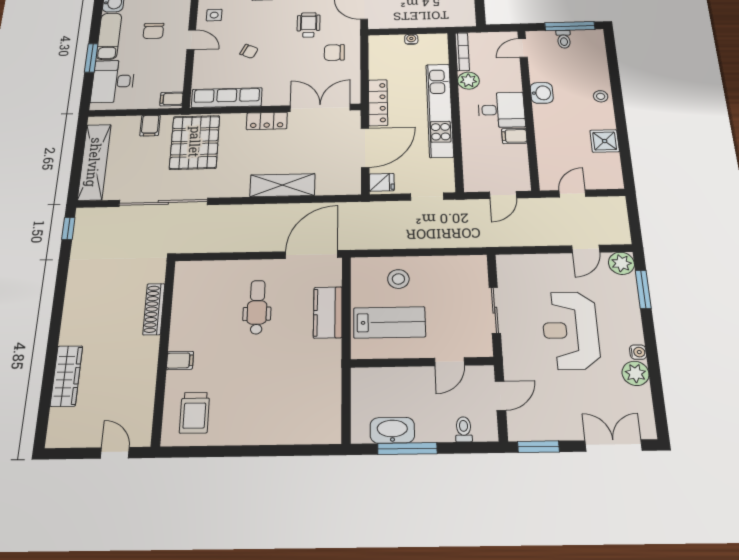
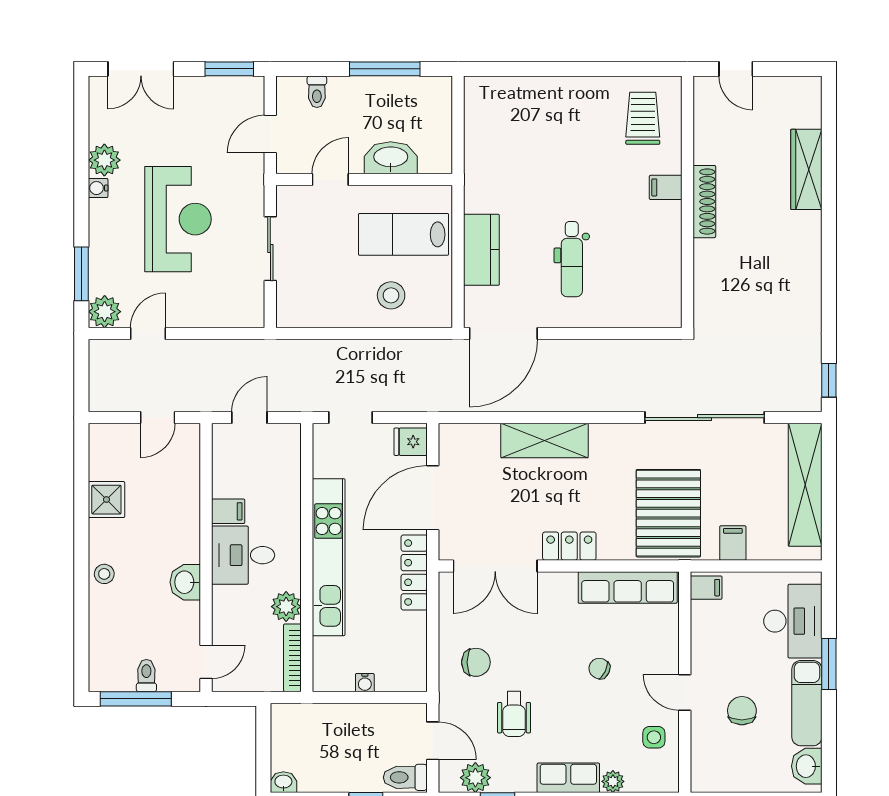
shoe rack: (154, 309) -> (704, 202), moved
washbasin: (392, 430) -> (391, 158), moved, turned 180

